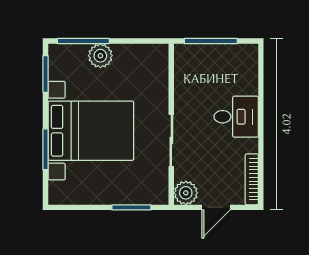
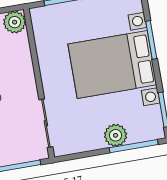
sliding door: (171, 140) -> (46, 123), moved

